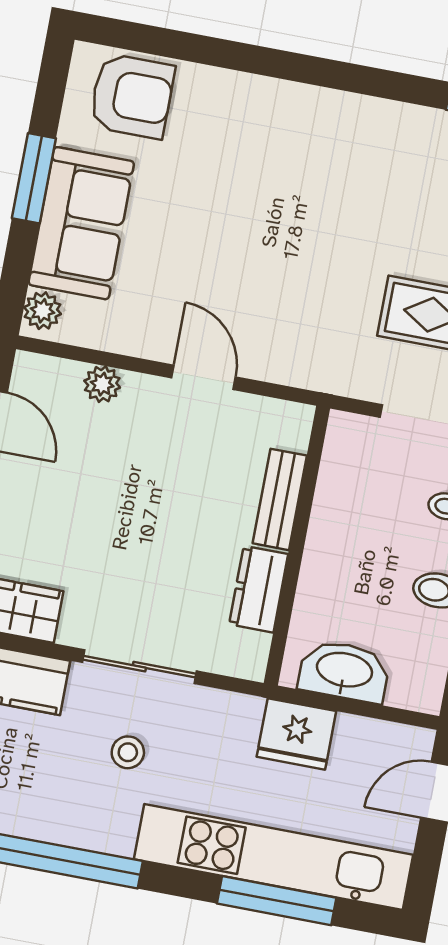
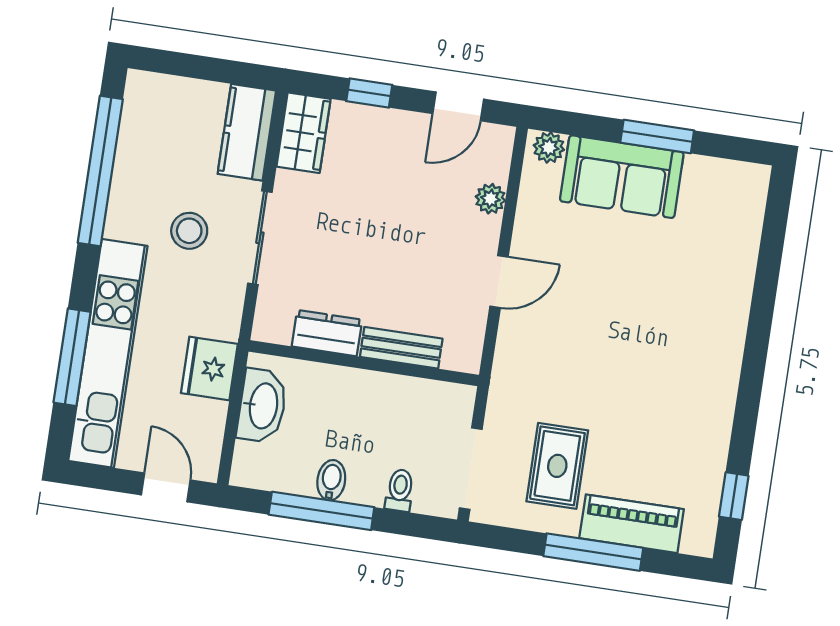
armchair: (132, 96) -> (728, 214), removed
stool: (128, 752) -> (189, 231), width x1.37, depth x1.37

